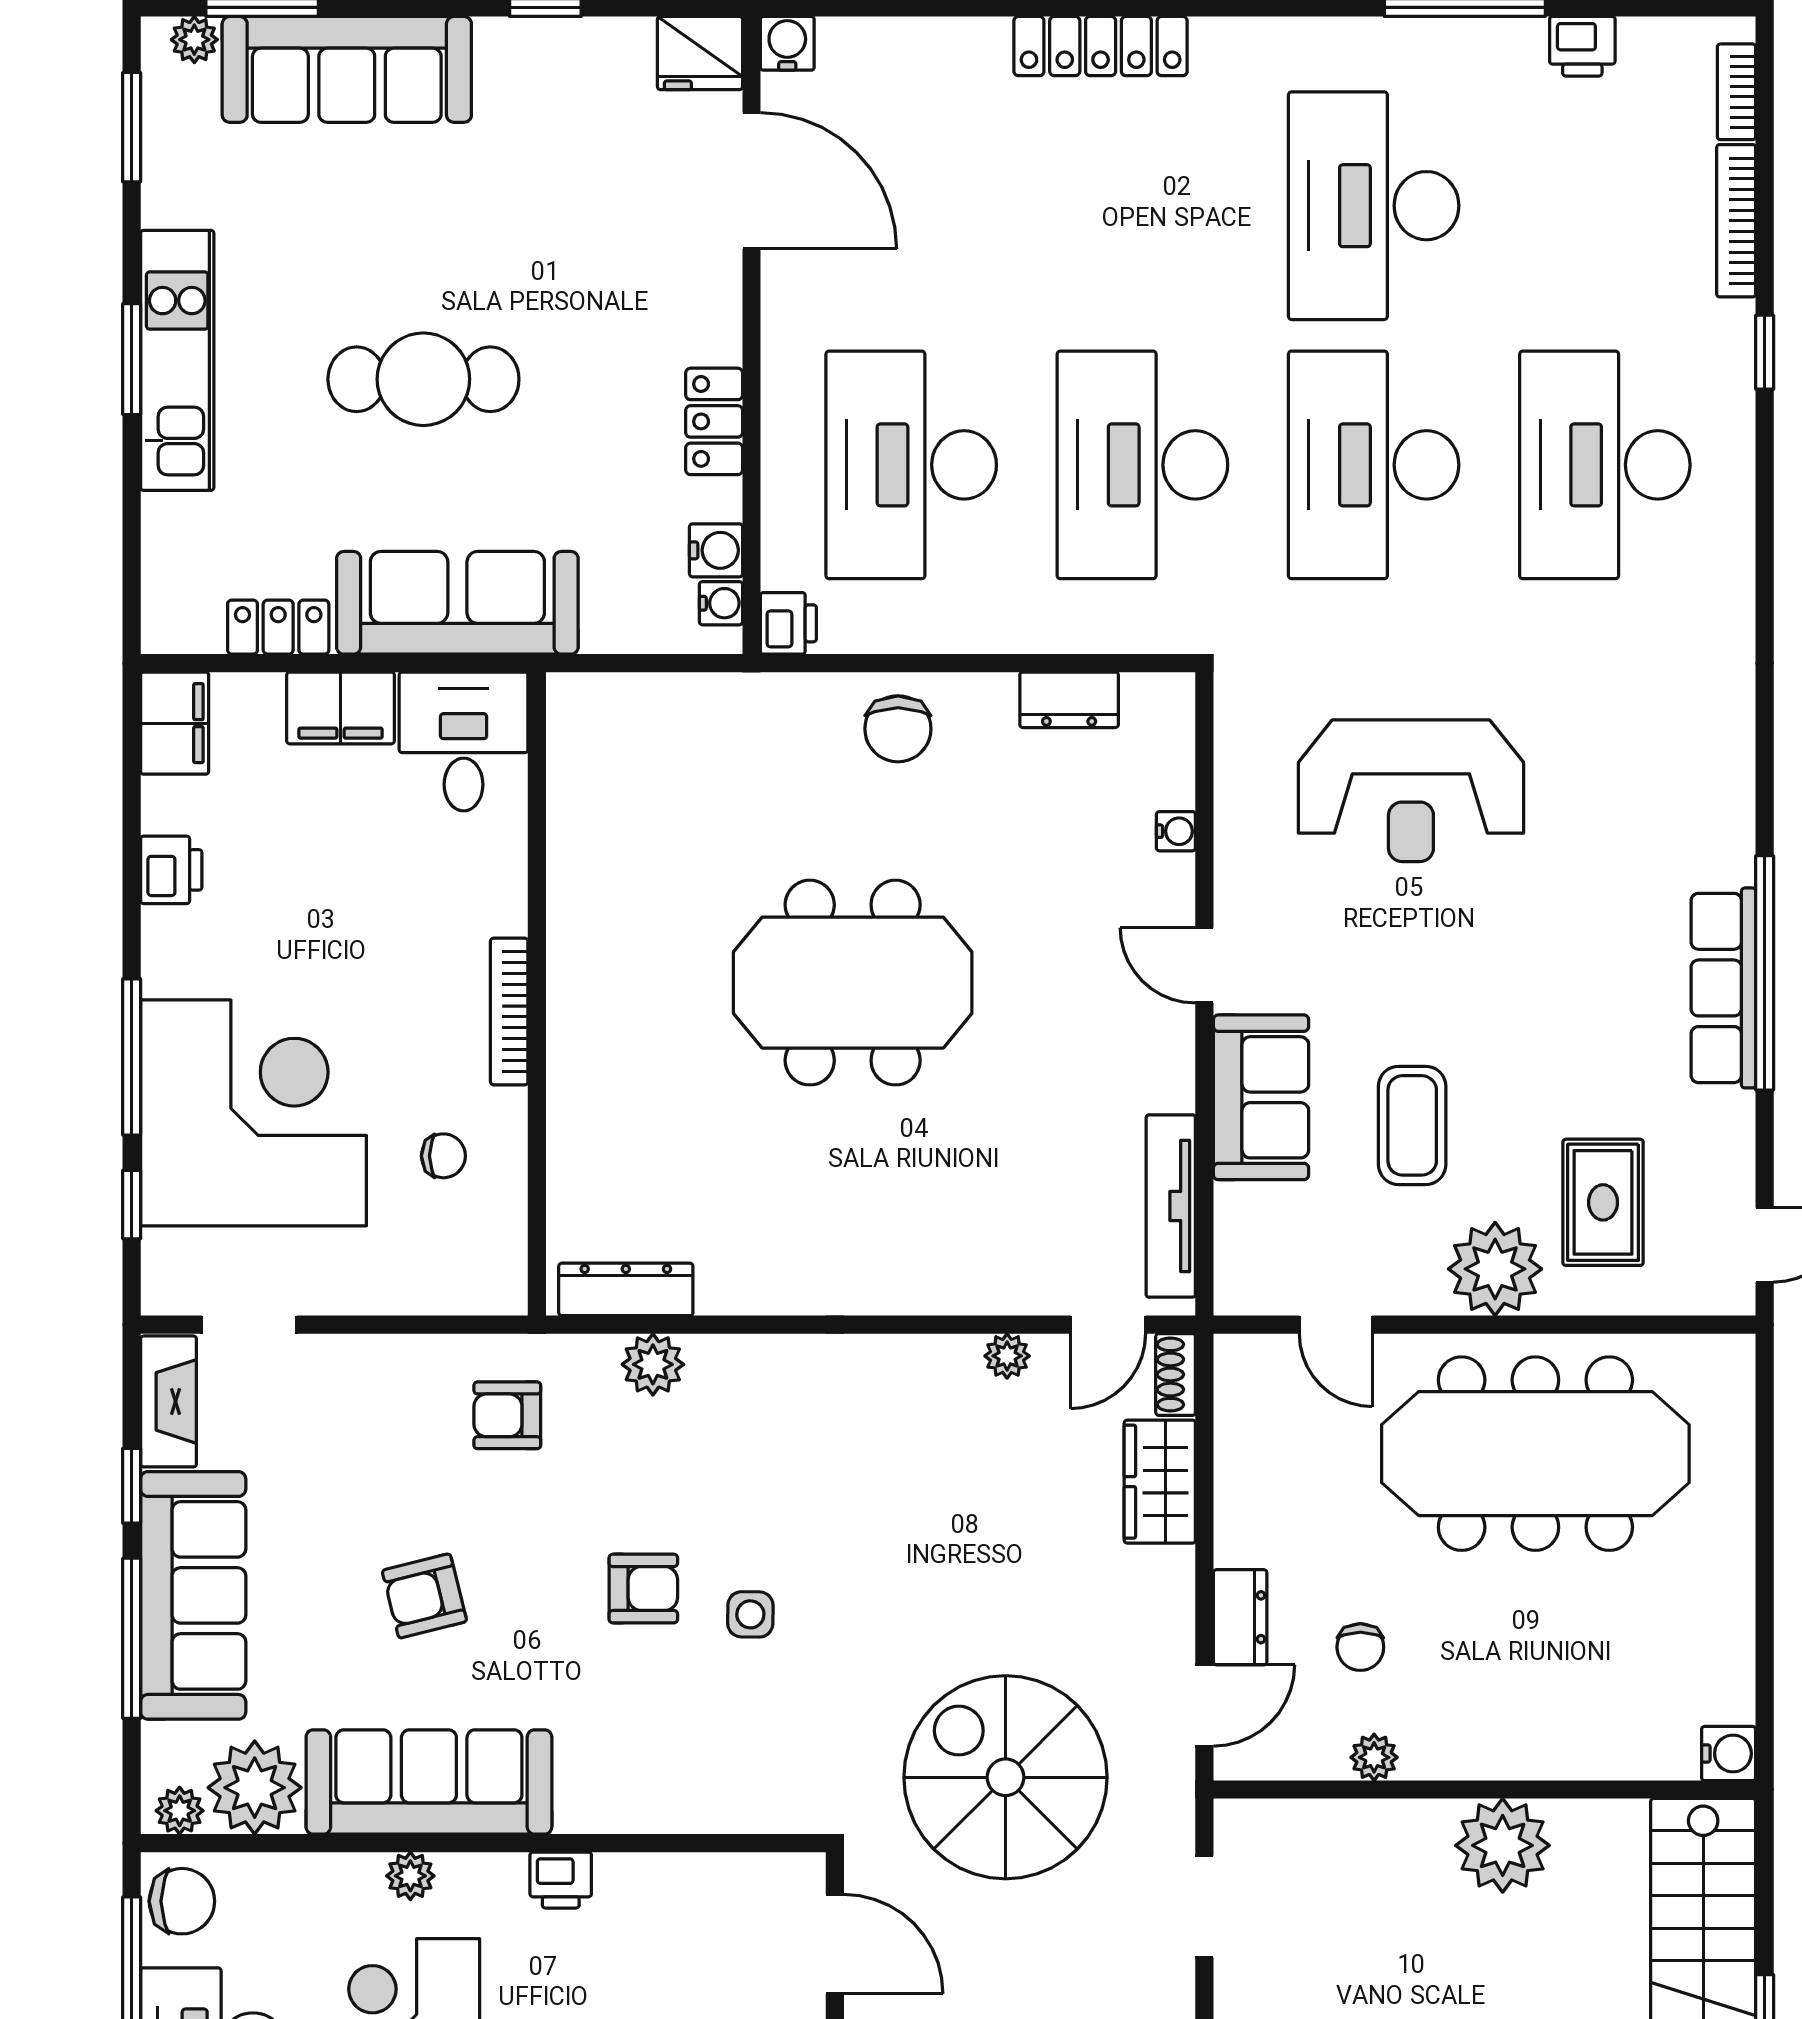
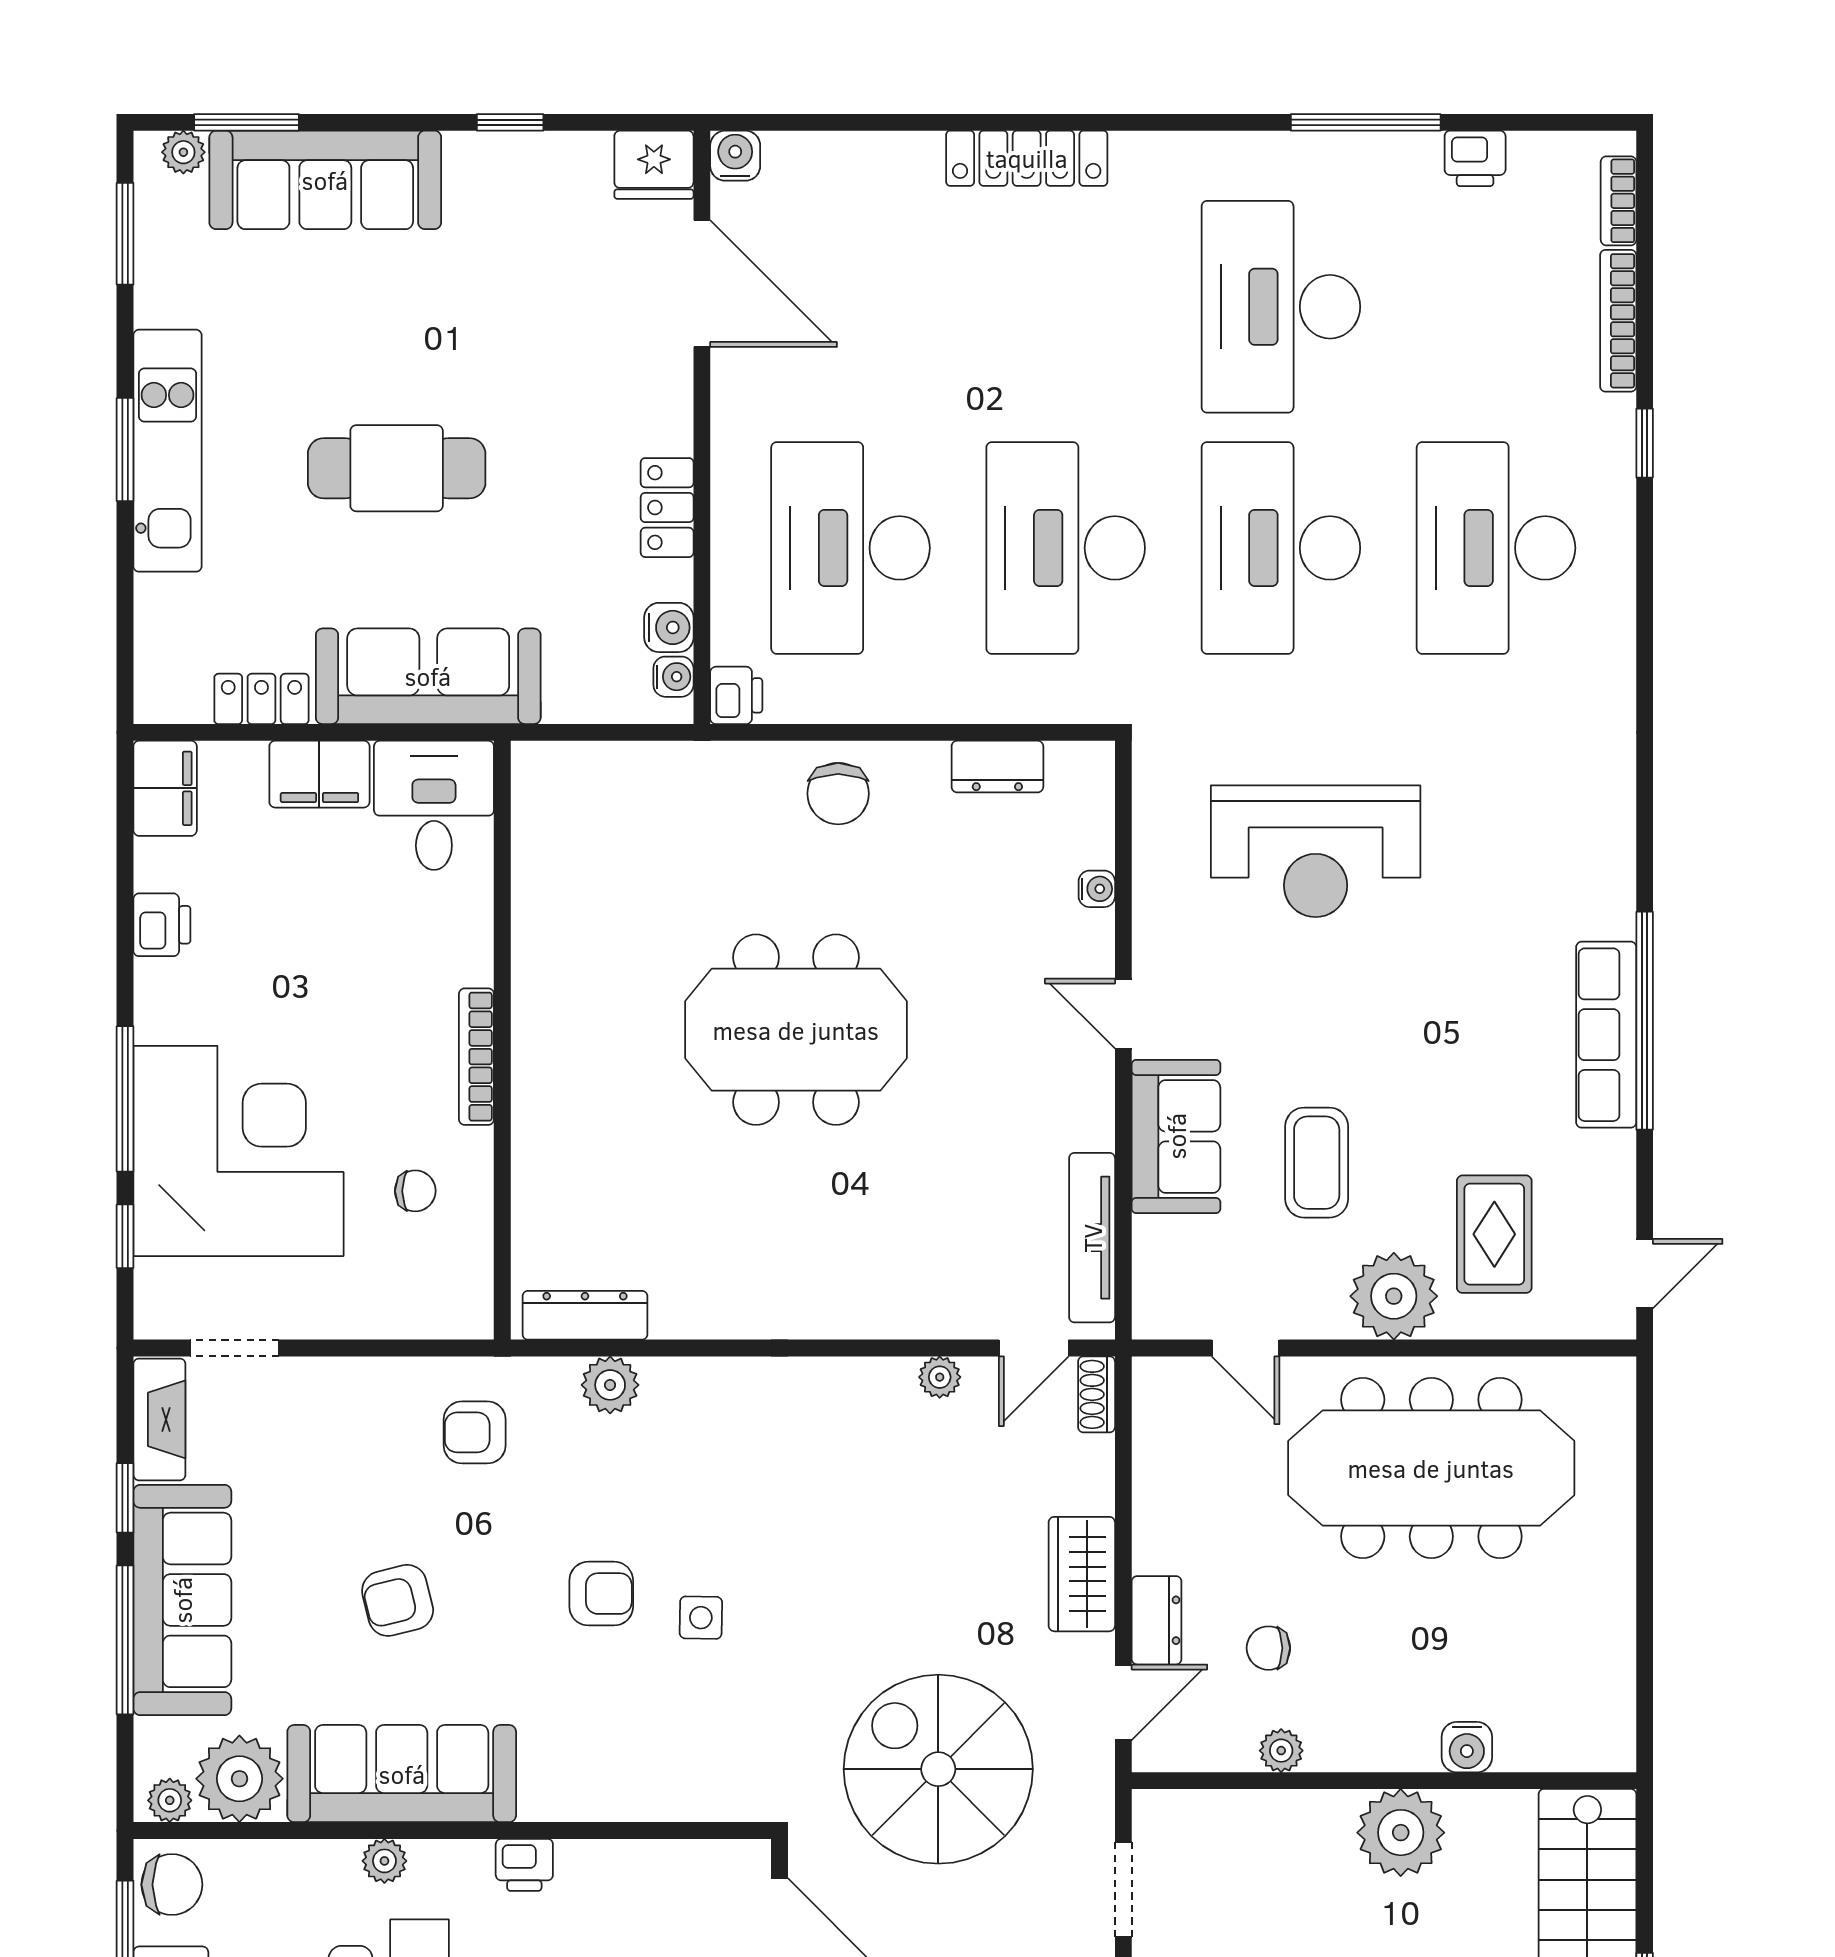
wardrobe: (1160, 1482) -> (1082, 1574), moved
chair: (1360, 1647) -> (1268, 1648), turned 90
water cooler: (1729, 1754) -> (1467, 1747), moved, turned 90

